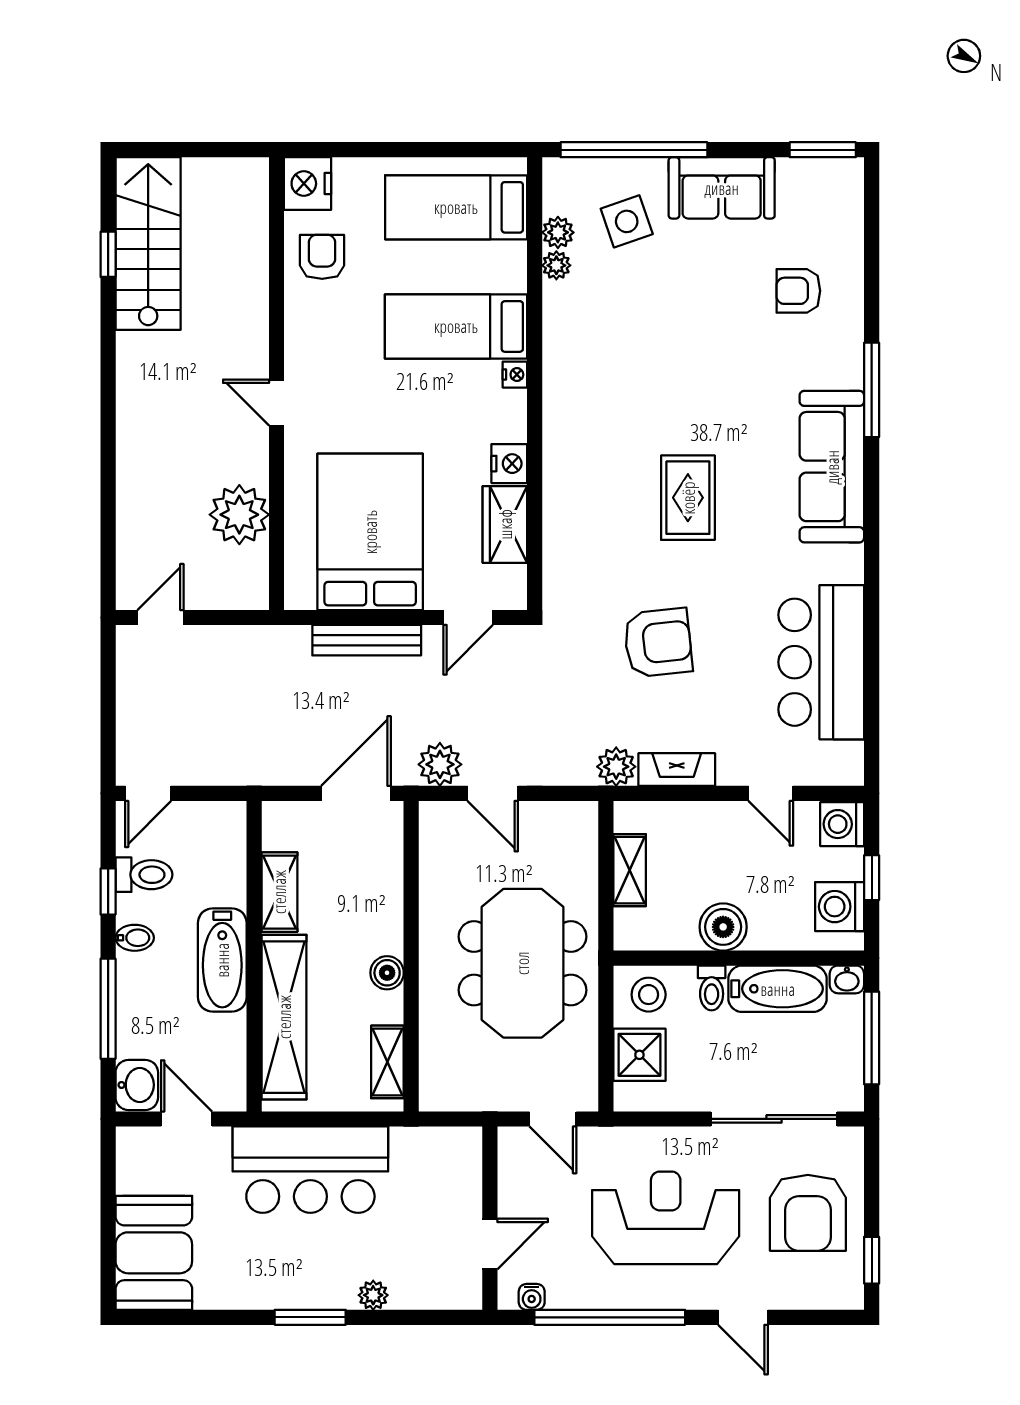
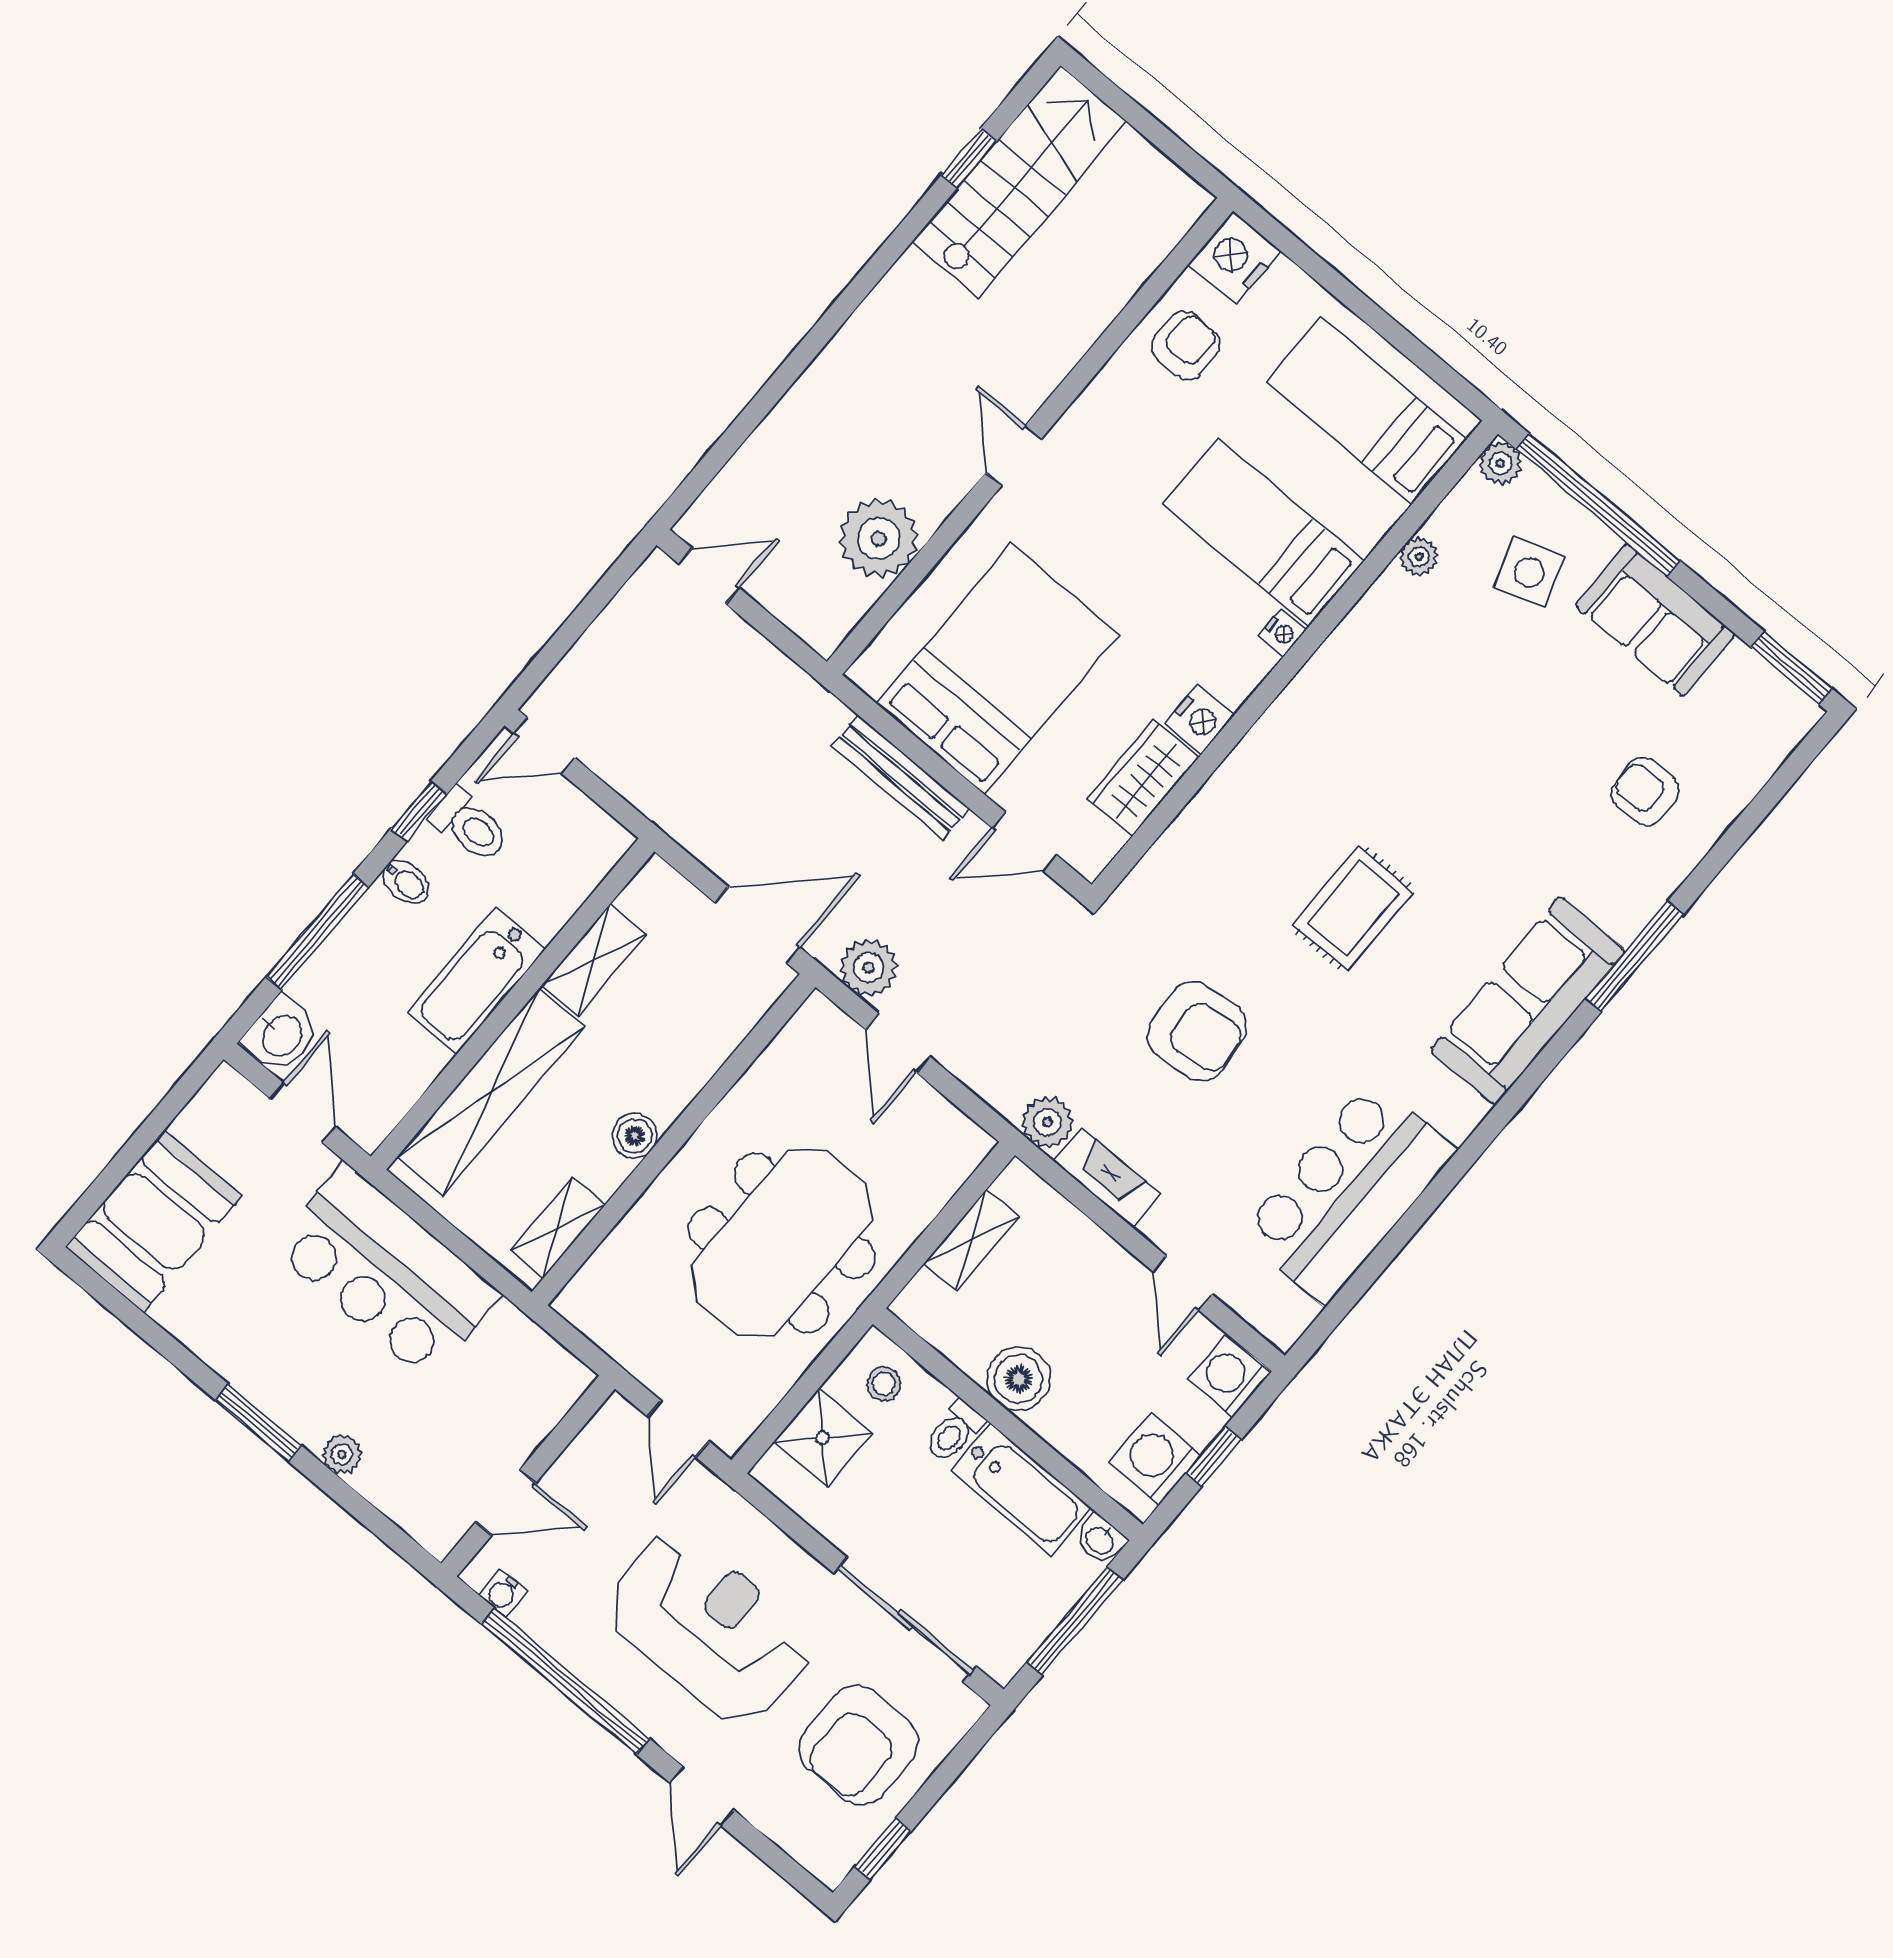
plant: (558, 232) -> (1500, 463), moved
stool: (649, 995) -> (884, 1384), width x0.73, depth x0.73

